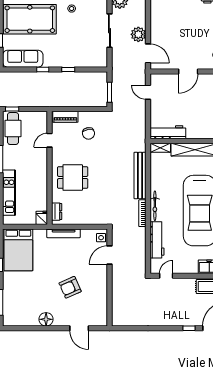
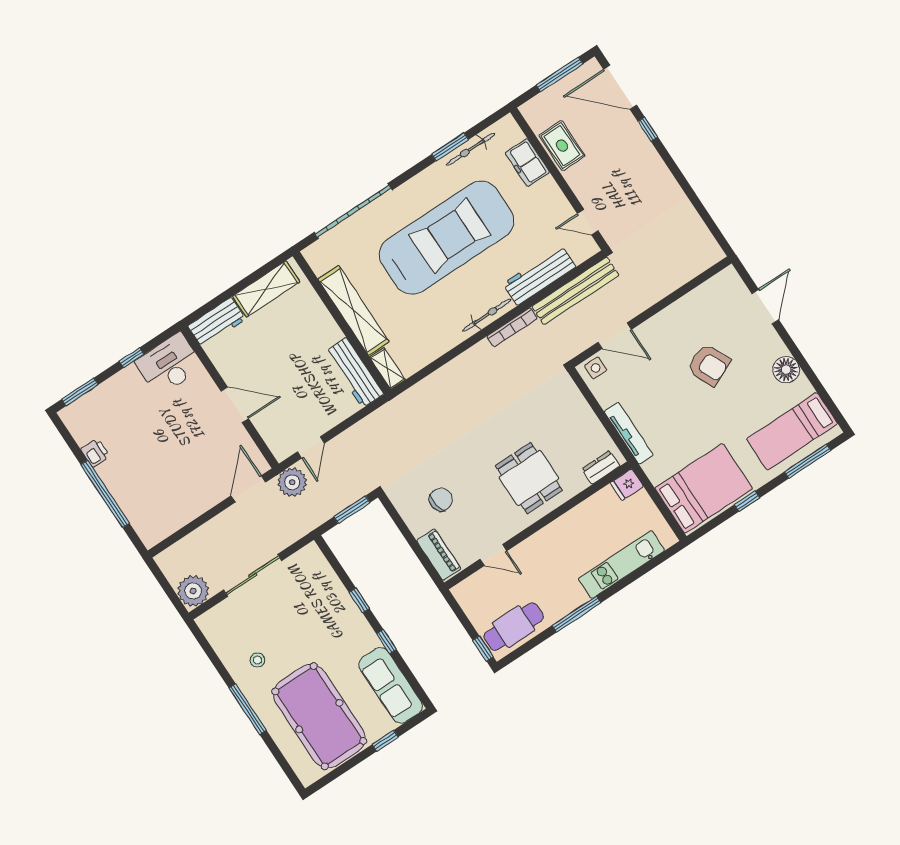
plant: (138, 34) -> (292, 482), moved
bench: (140, 175) -> (575, 291), moved
bed: (18, 304) -> (792, 431), added

